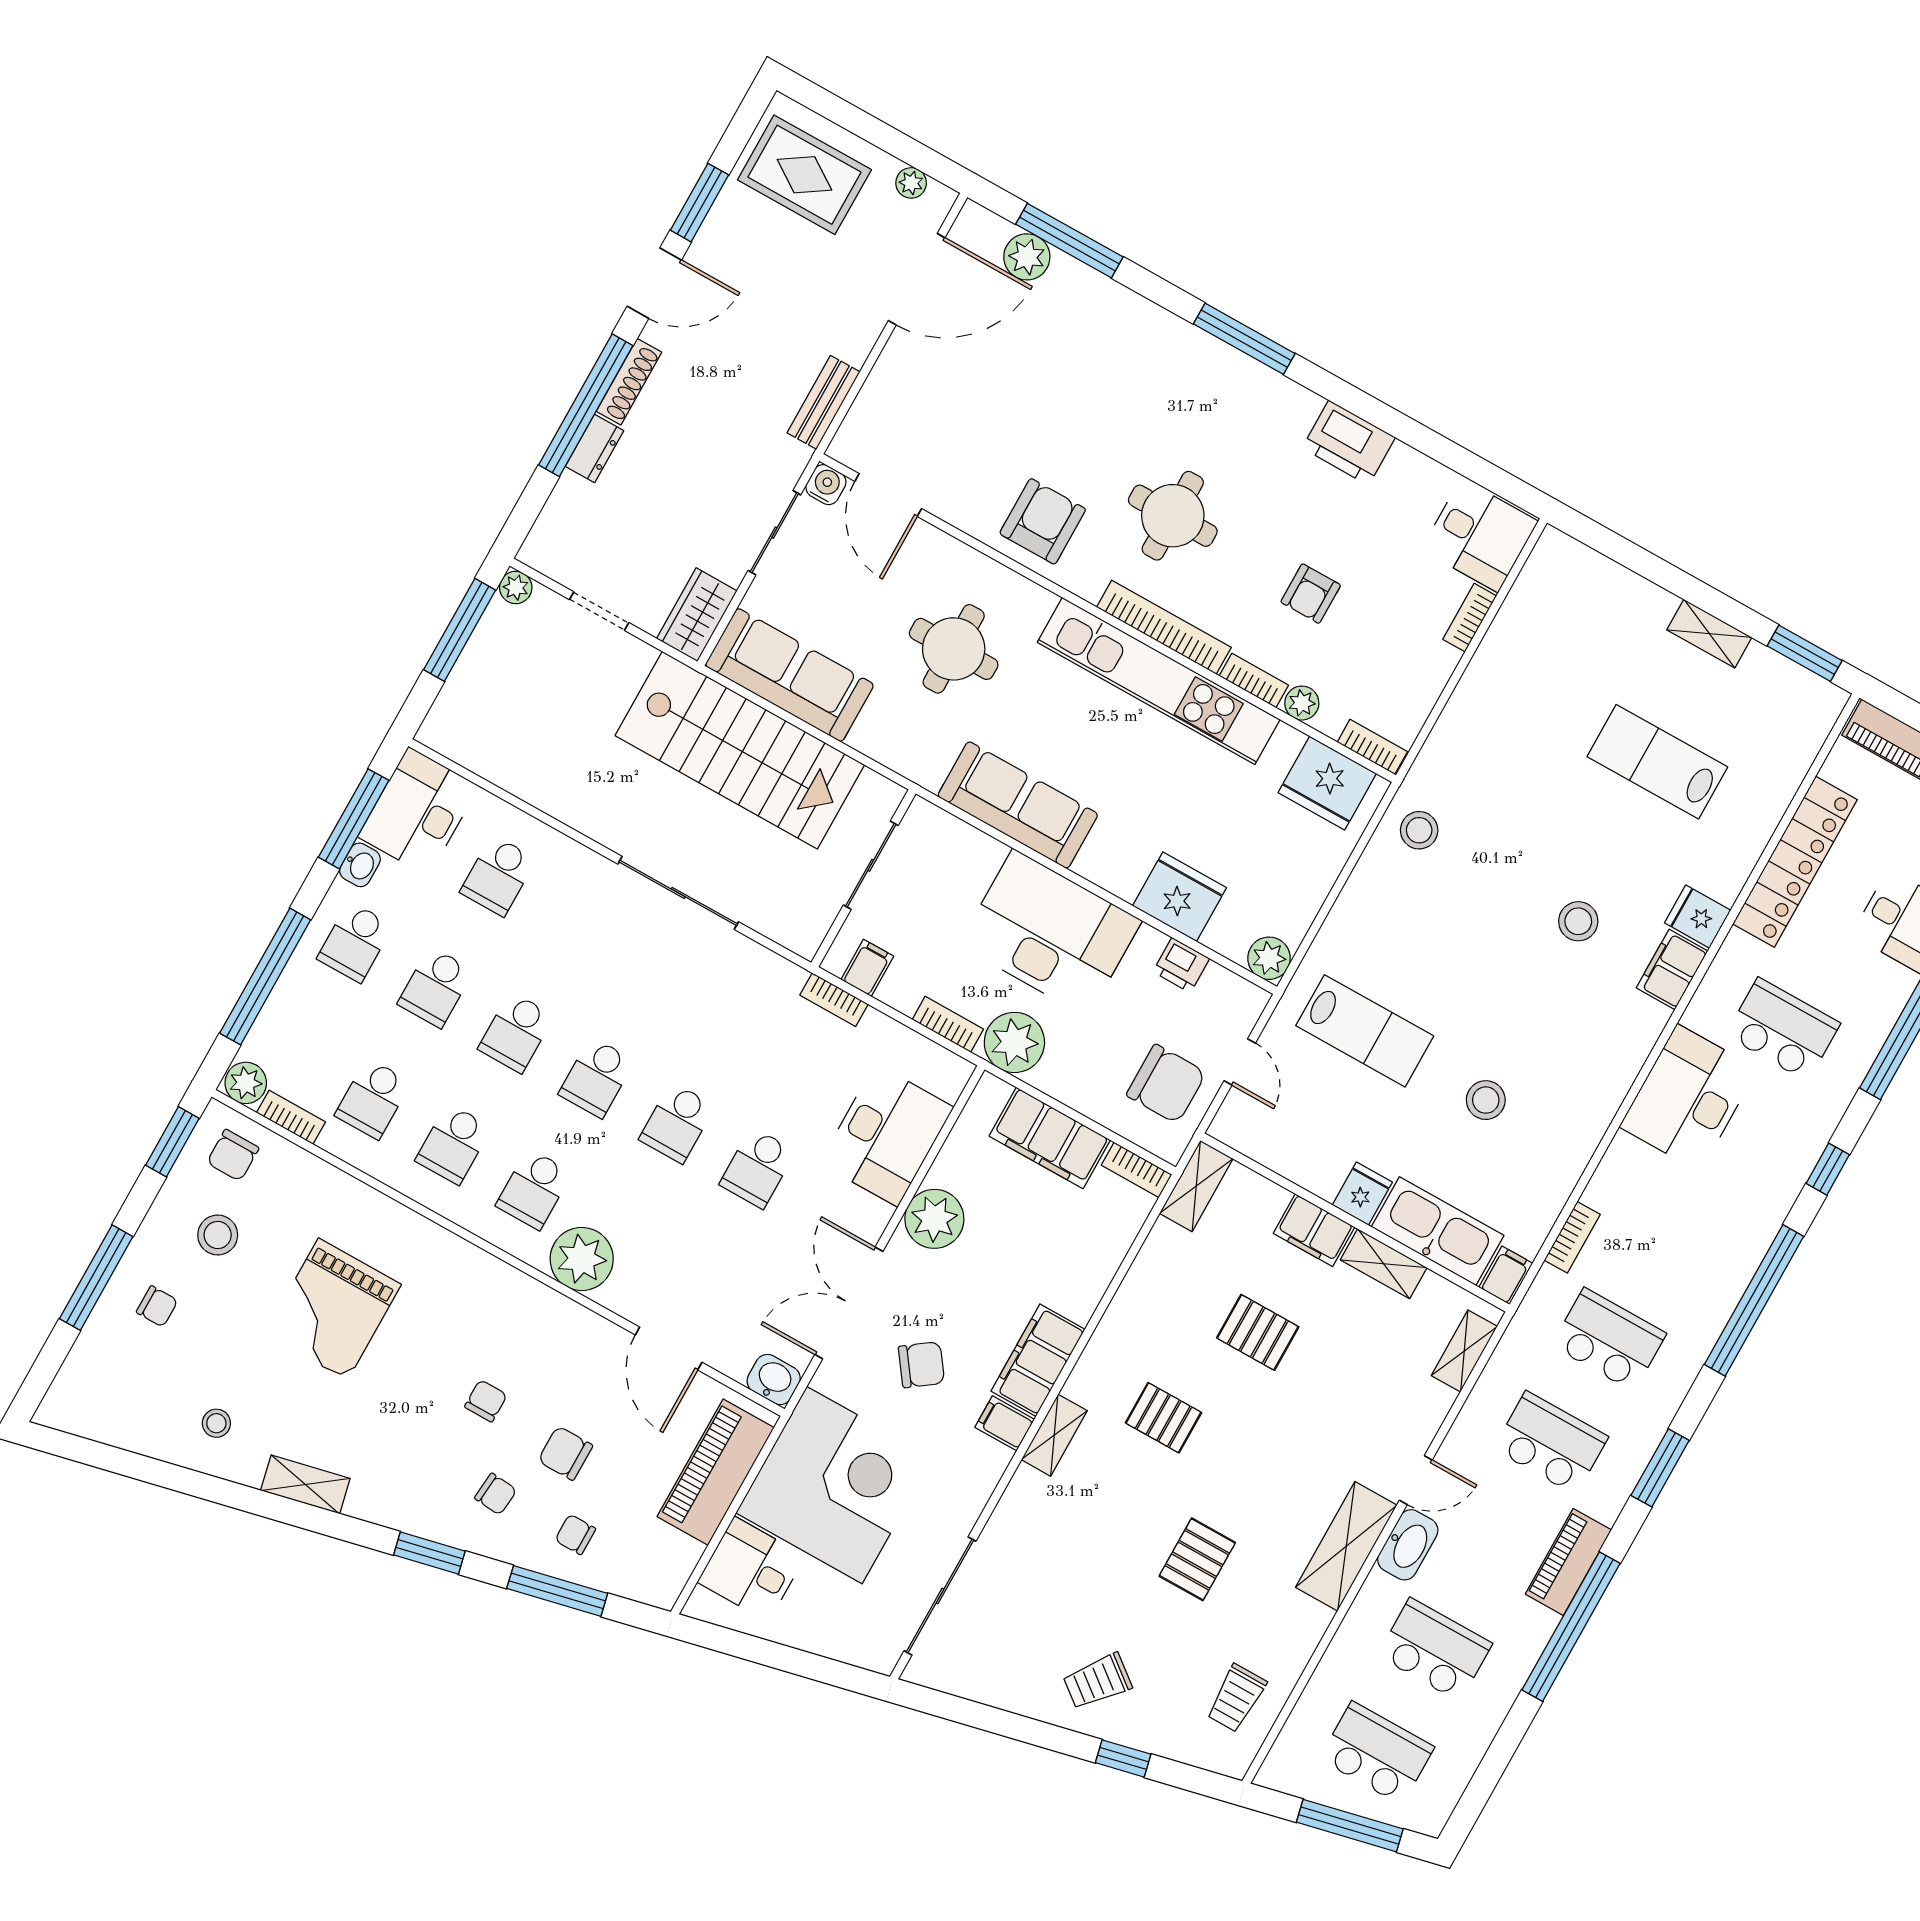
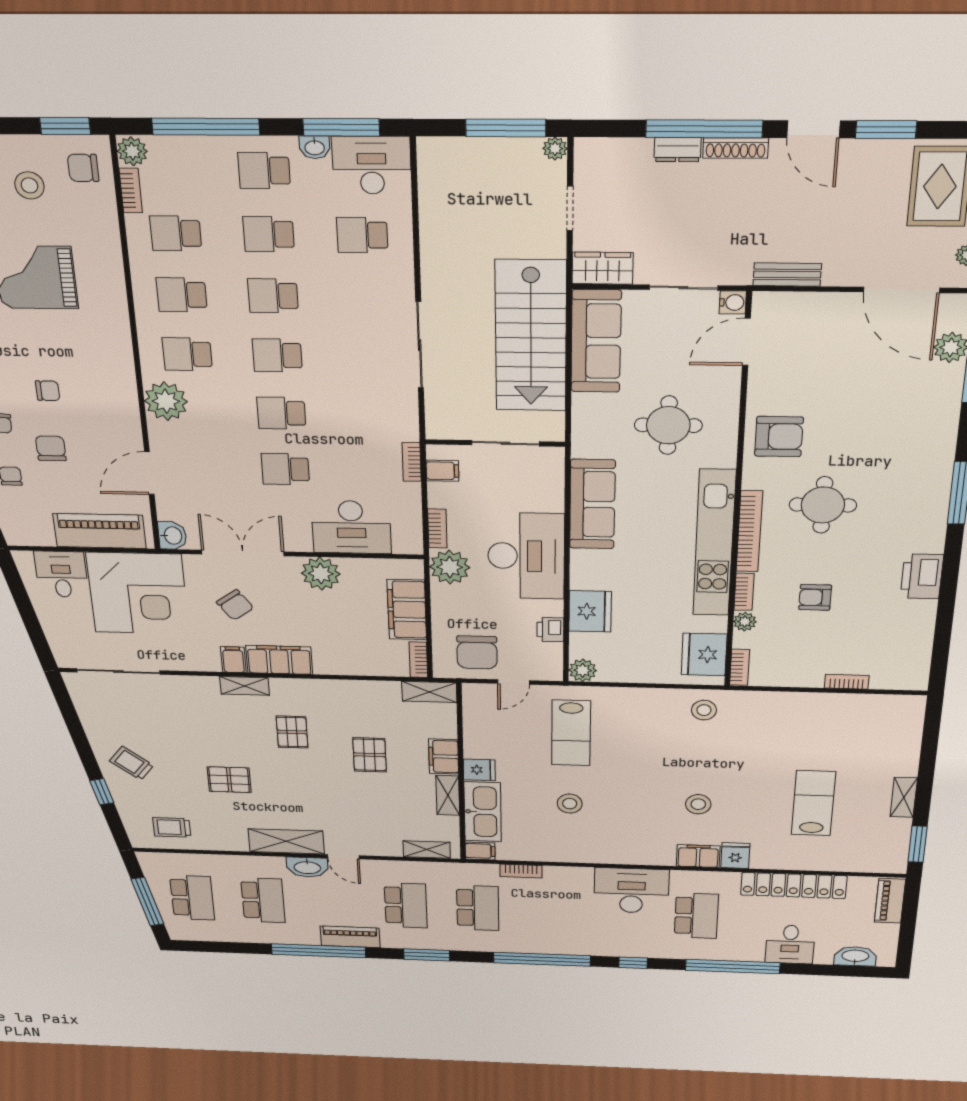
desk: (1480, 535) -> (900, 666), removed

